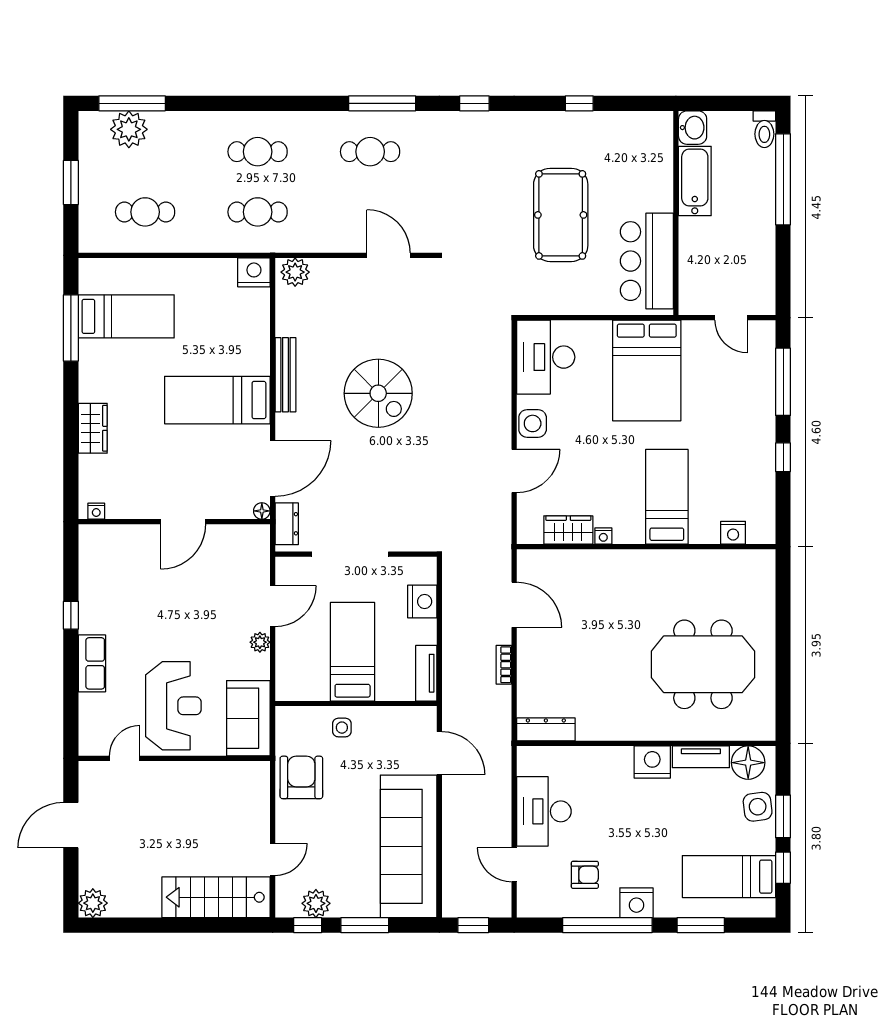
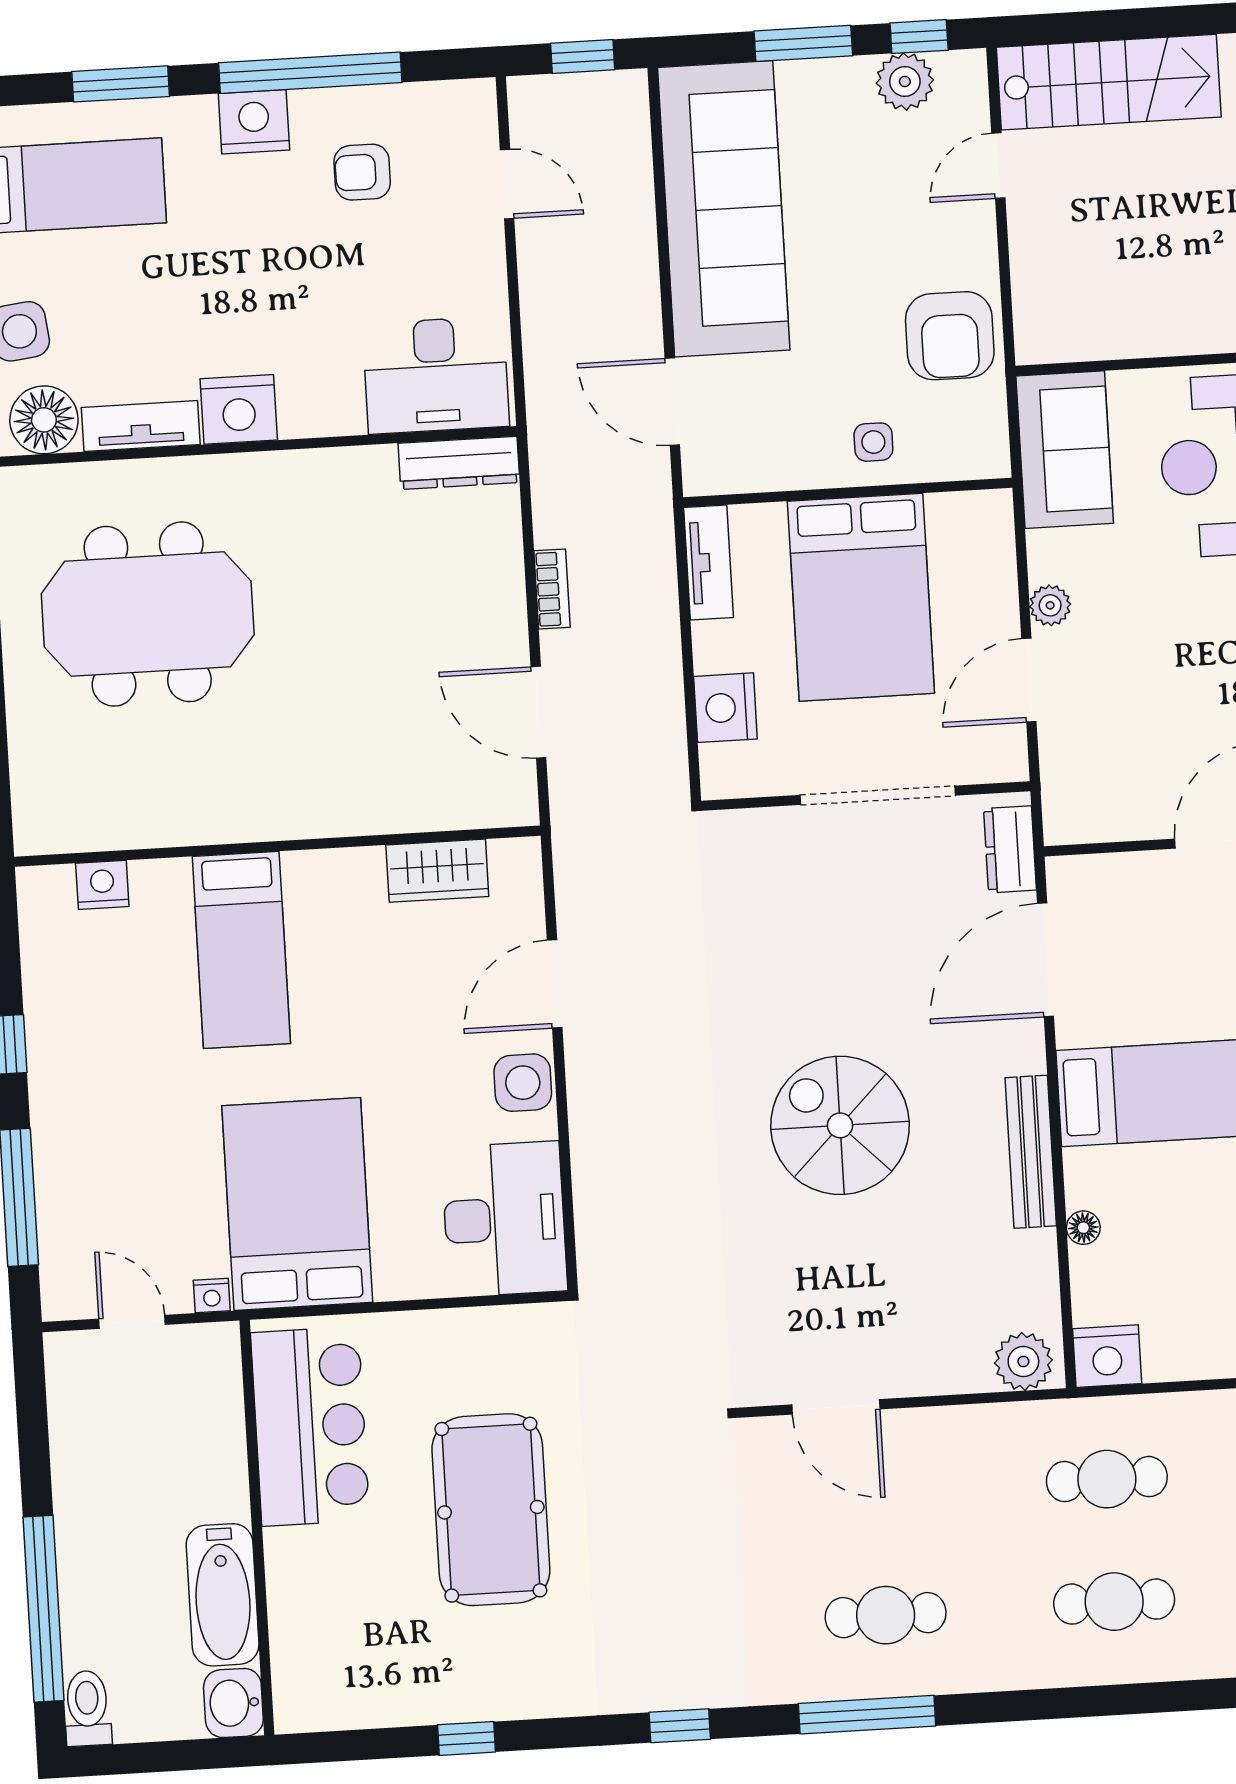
floor lamp: (262, 511) -> (1083, 1228), moved
nightstand: (603, 536) -> (212, 1296), moved, turned 180
bed: (353, 652) -> (861, 597), width x1.50
desk: (544, 811) -> (436, 375), moved, turned 90

